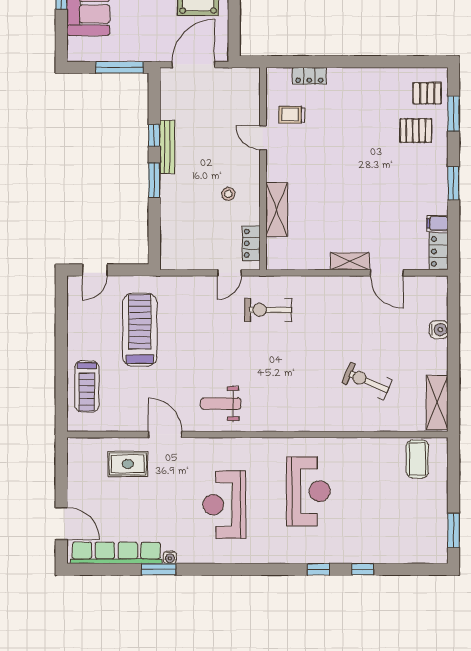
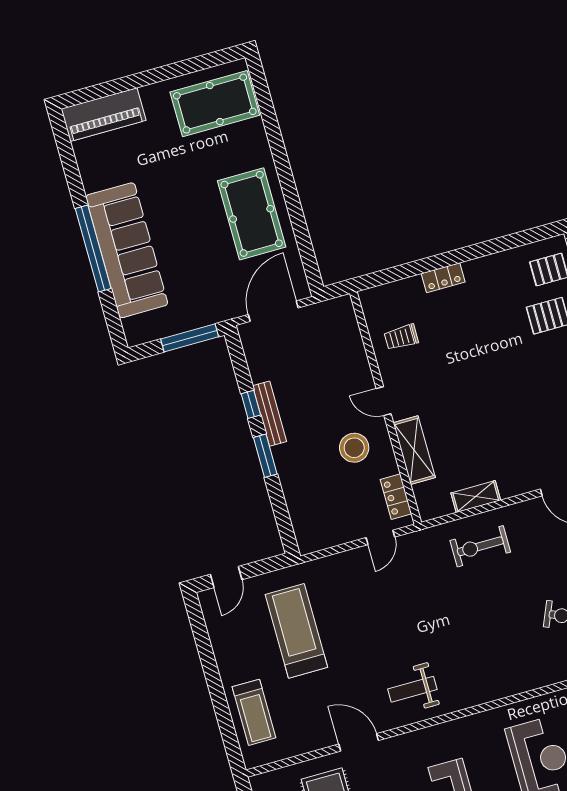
locker: (309, 76) -> (443, 278), moved
door: (263, 138) -> (384, 401), moved
stool: (228, 194) -> (354, 448), width x1.89, depth x1.89
shelving: (350, 261) -> (476, 497), moved
exercise bike: (268, 310) -> (480, 546), moved

